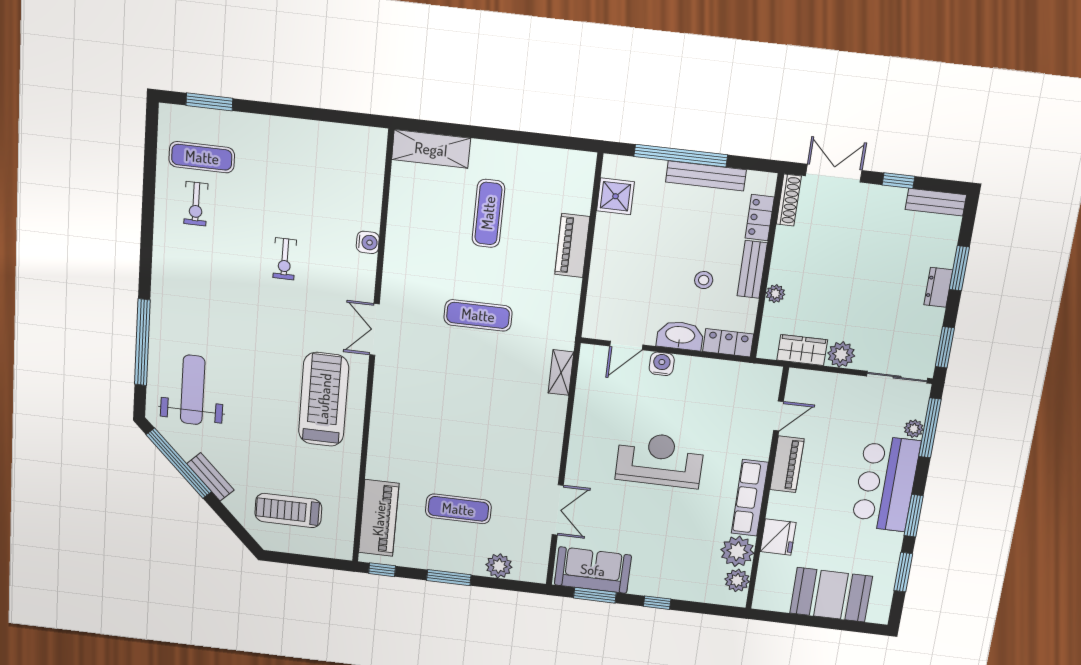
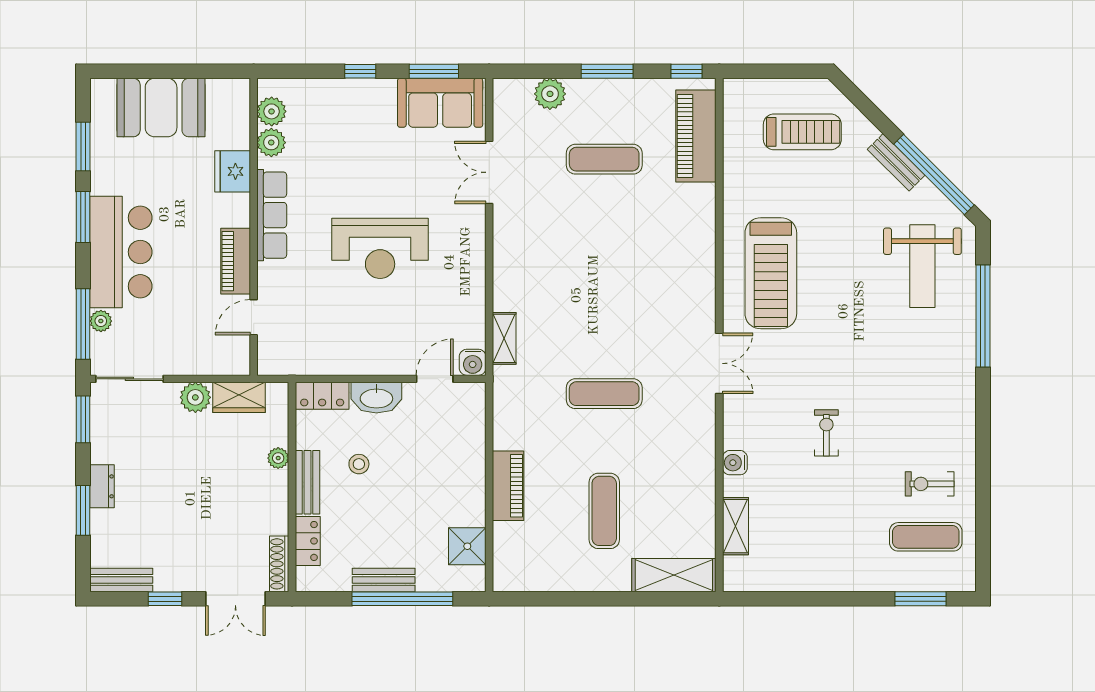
bench: (706, 176) -> (384, 580), width x0.73
shelving: (372, 186) -> (735, 526), added
exercise bike: (196, 204) -> (930, 484), turned -90
water cooler: (662, 364) -> (473, 362), moved
plant: (737, 551) -> (271, 143), width x0.73, depth x0.73

